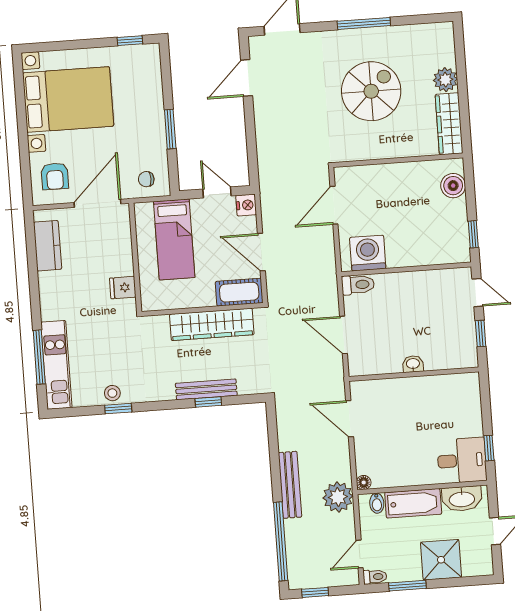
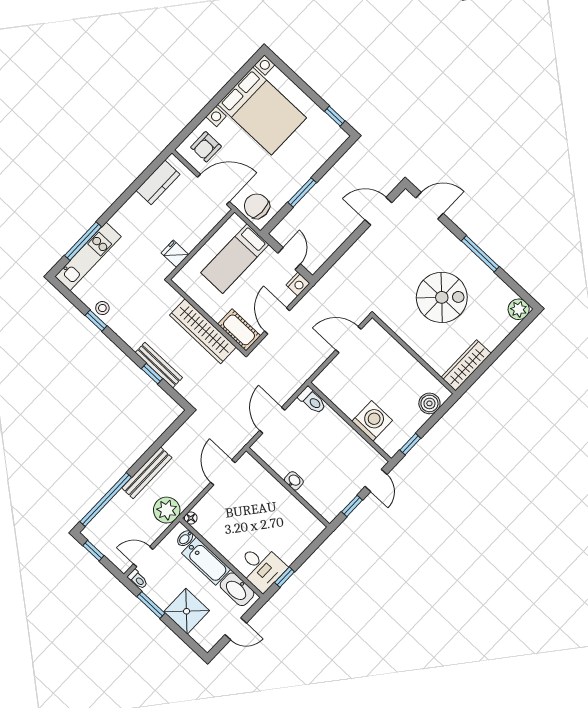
plant: (445, 80) -> (519, 309), moved
chair: (146, 179) -> (257, 206), width x1.87, depth x1.87
washing machine: (368, 253) -> (372, 421), moved

